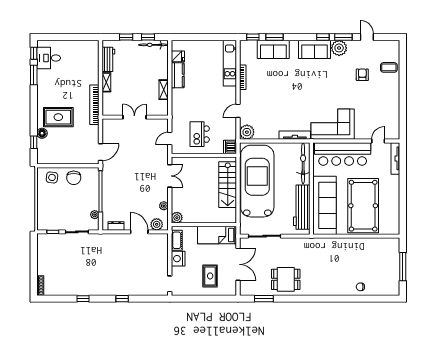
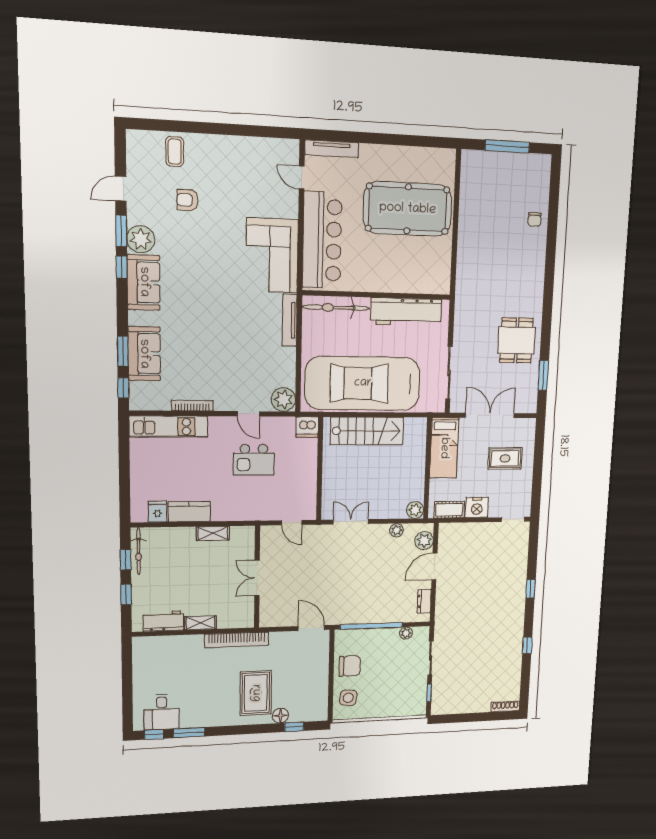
kitchen island: (200, 134) -> (254, 460), moved
sofa: (324, 205) -> (405, 274), removed

